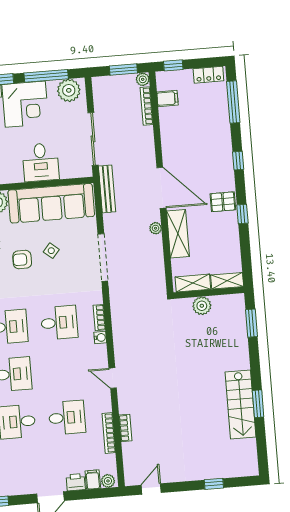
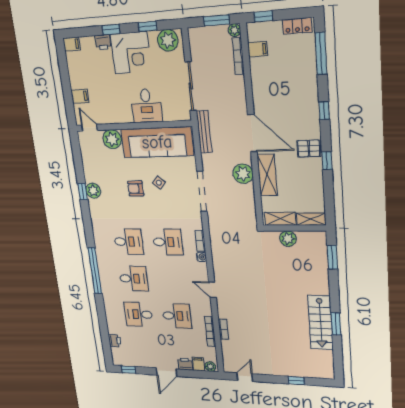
window: (46, 76) -> (148, 26), width x0.46
plant: (156, 228) -> (243, 174), width x1.87, depth x1.87

